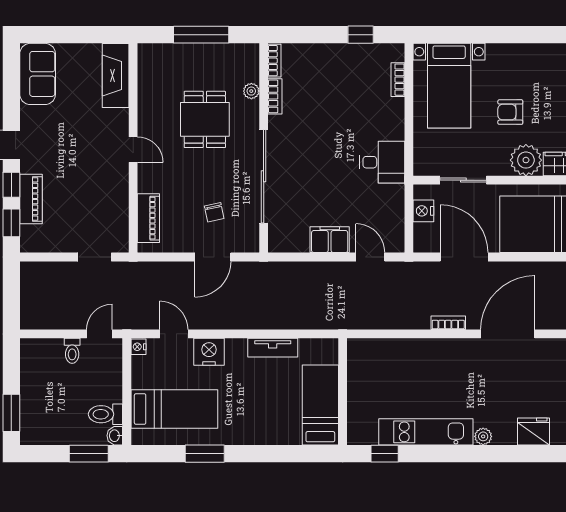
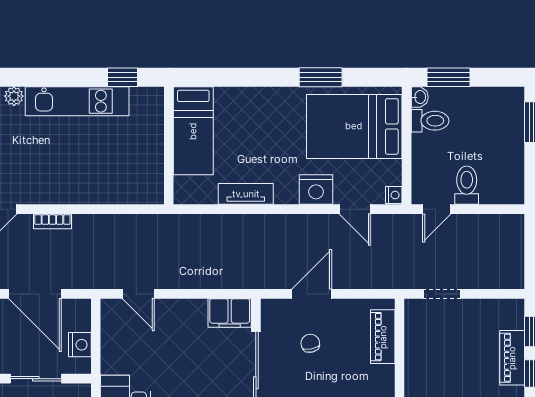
filing cabinet: (330, 240) -> (230, 313), moved
toilet: (72, 351) -> (467, 185), width x1.37, depth x1.39
bed: (174, 409) -> (354, 126), width x1.50

